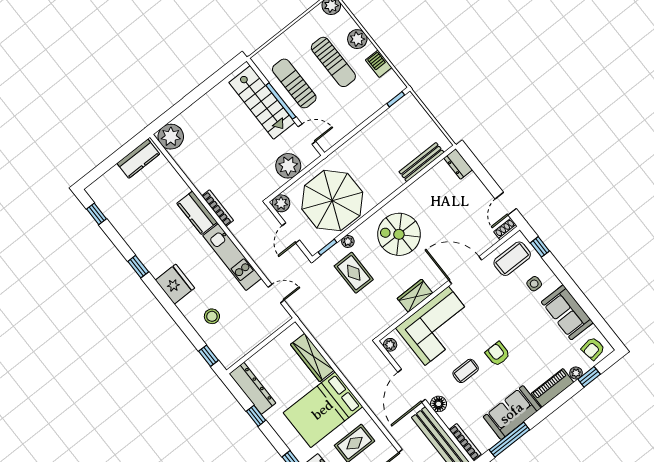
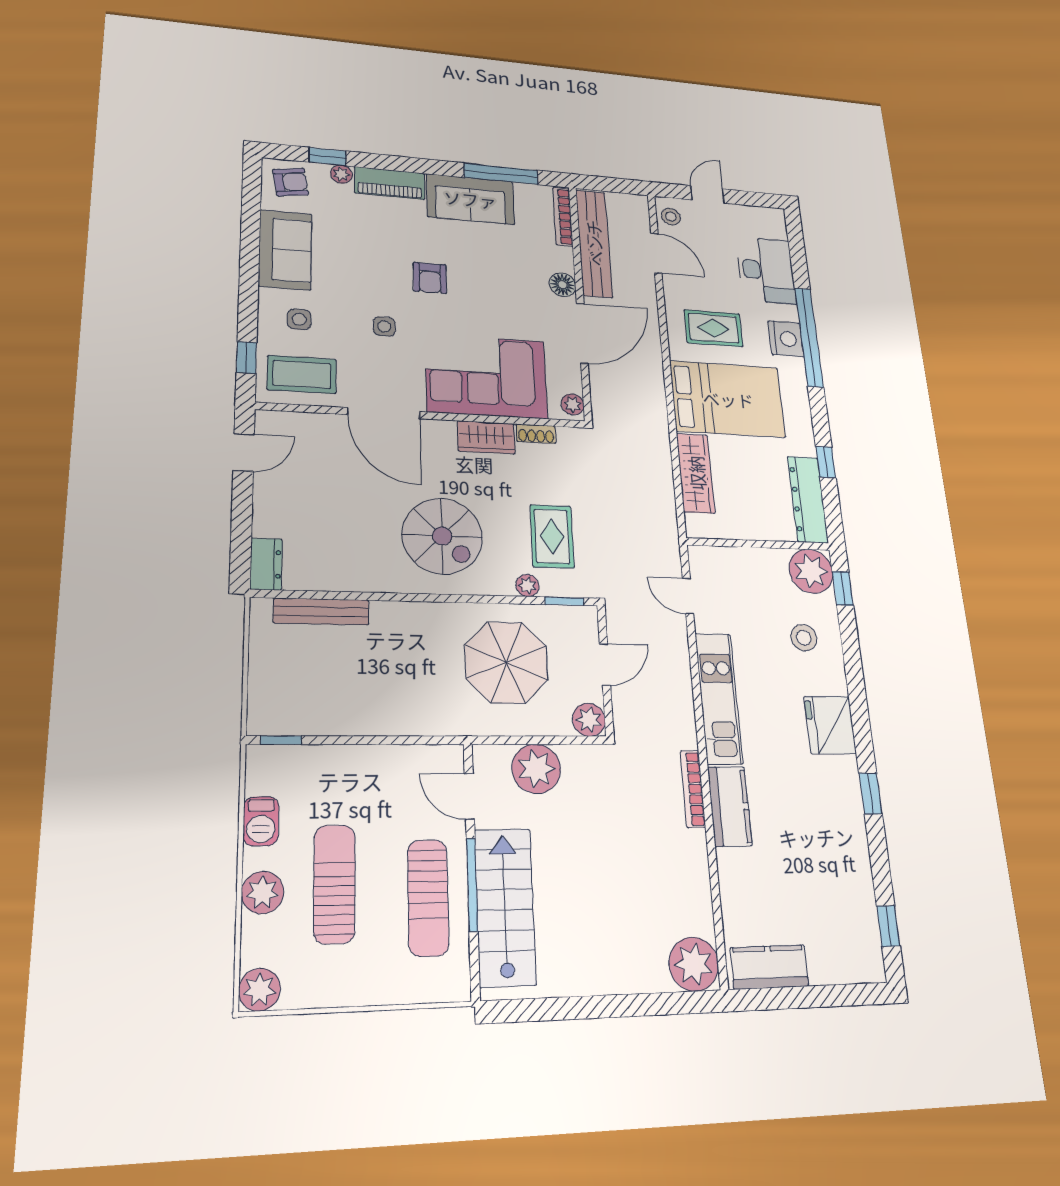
parasol: (332, 201) -> (506, 662), width x0.73, depth x0.73
shoe rack: (506, 229) -> (536, 434), moved
side table: (498, 312) -> (384, 326), added
plant: (229, 352) -> (811, 571), added
coffee table: (466, 371) -> (492, 293), removed

